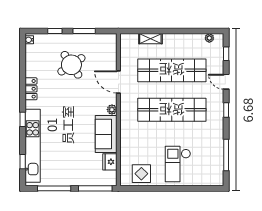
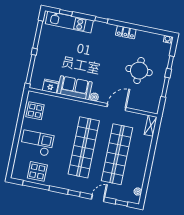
shelving: (150, 39) -> (151, 126), moved
round table: (71, 65) -> (139, 71), turned 34
kitchen unit: (33, 146) -> (69, 22), width x0.73
display table: (210, 157) -> (37, 171), added

